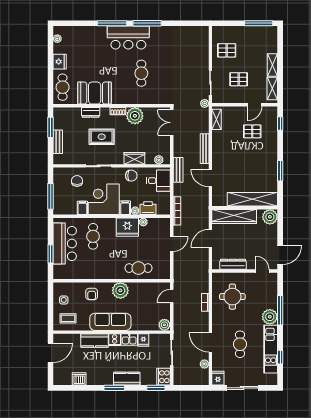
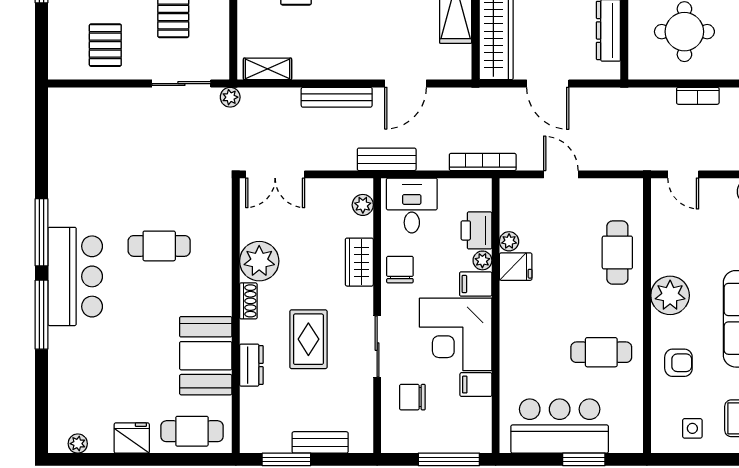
fridge: (127, 227) -> (516, 267), width x0.53, depth x0.75
cafe table: (93, 236) -> (601, 352), moved

